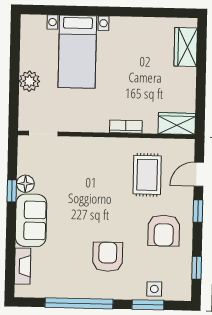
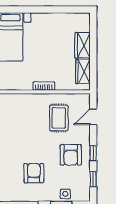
wardrobe: (186, 47) -> (83, 45), moved
wardrobe: (177, 124) -> (83, 71), moved, turned -90
window: (198, 211) -> (93, 153), moved

